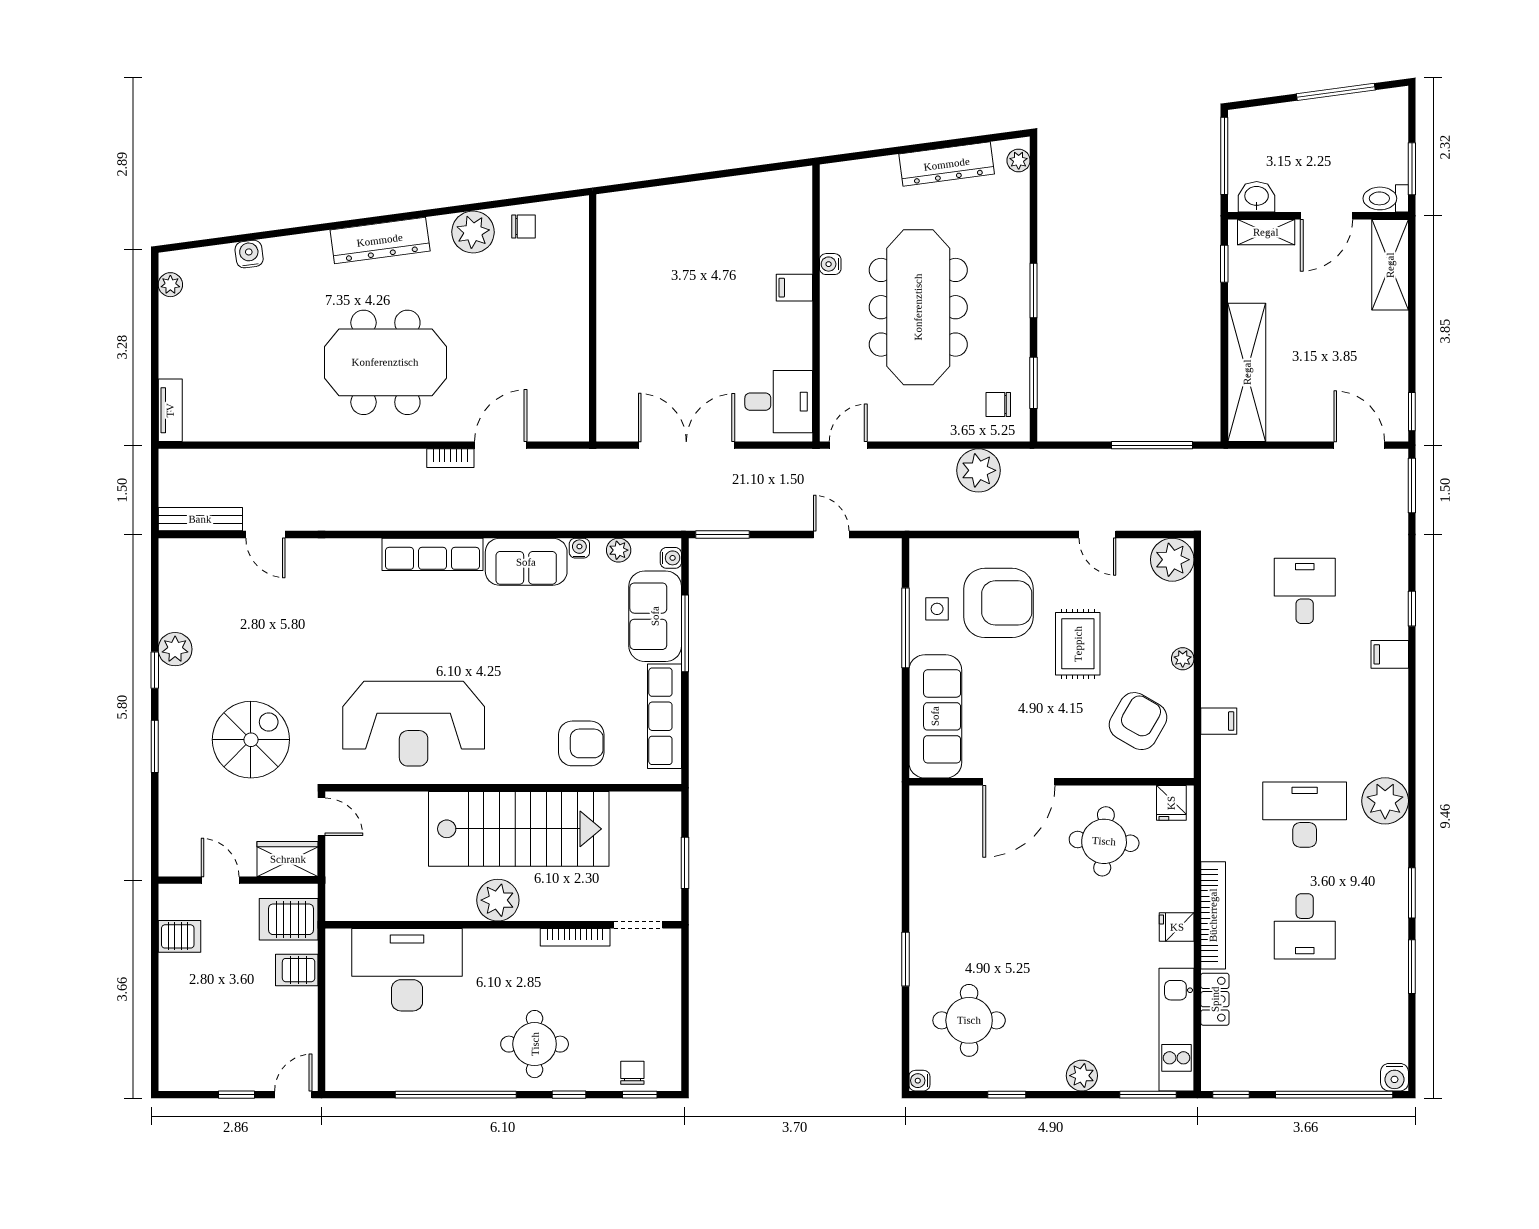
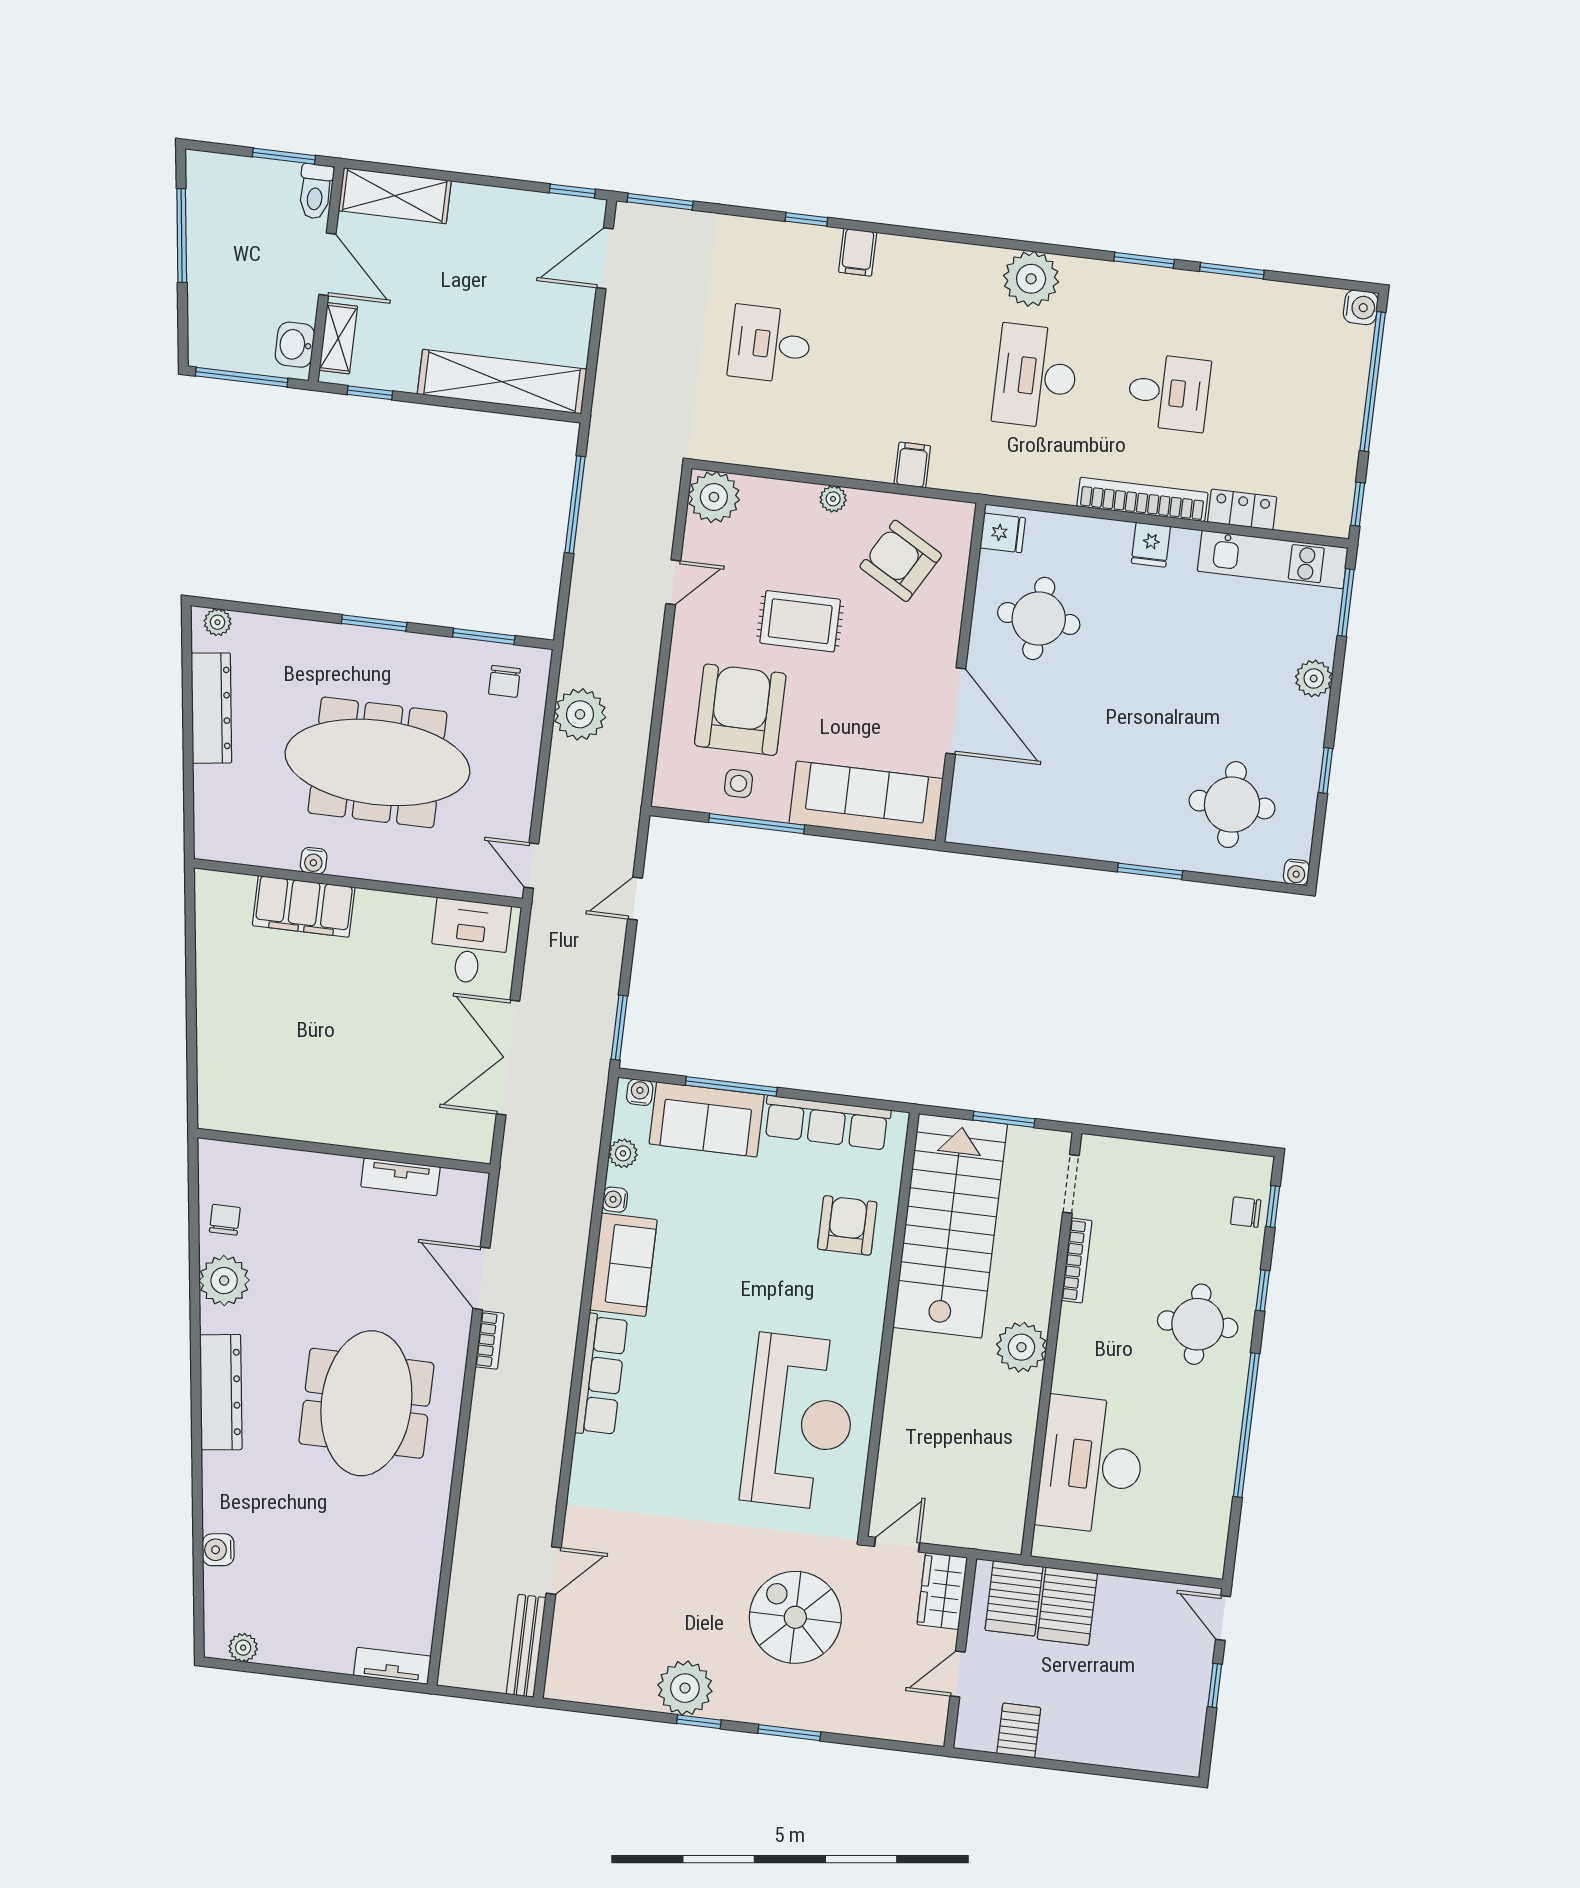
filing cabinet: (794, 288) -> (304, 906), width x3.00, depth x1.17
tv unit: (577, 368) -> (400, 1177), added
plant: (175, 649) -> (685, 1688), width x1.36, depth x1.36
stairs: (519, 829) -> (950, 1226), moved
server rack: (297, 970) -> (1067, 1606), width x1.36, depth x1.44

